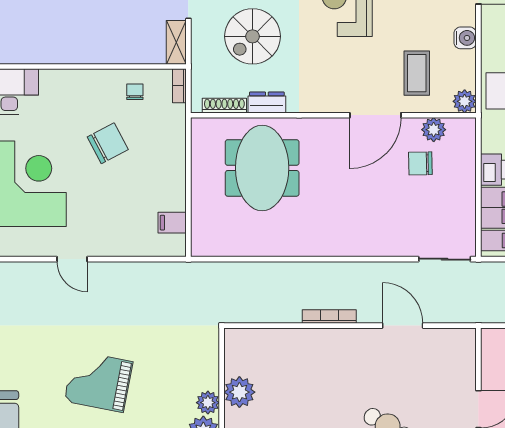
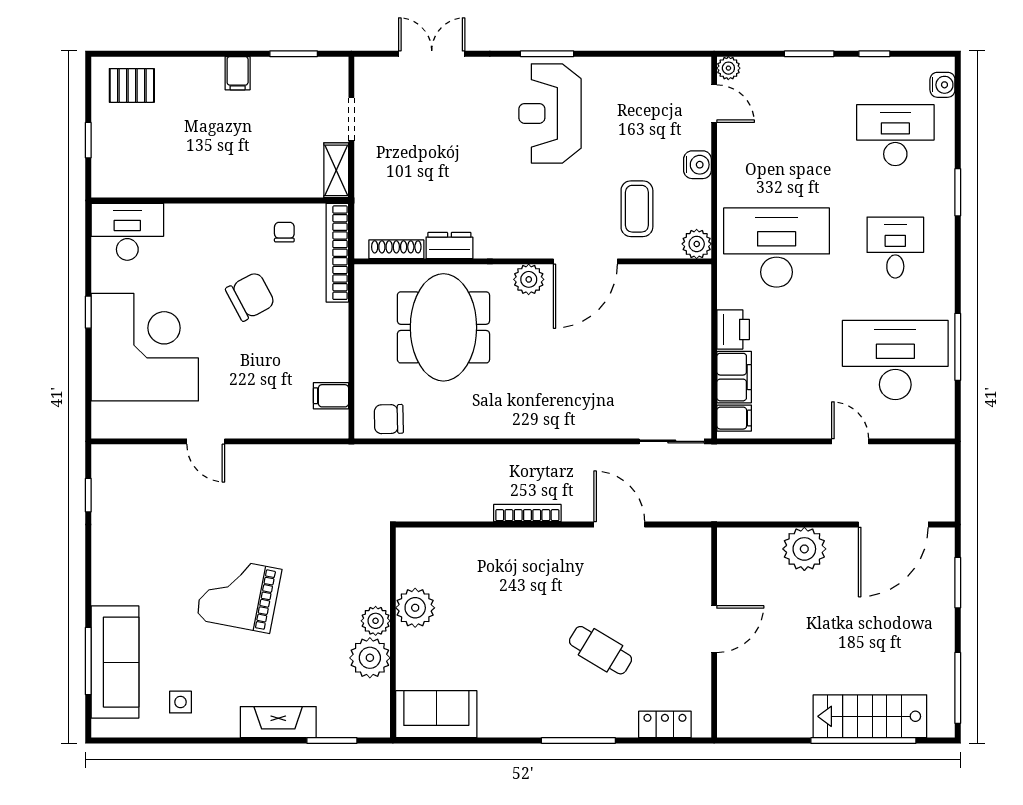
spiral stairs: (253, 36) -> (431, 163), removed
bookcase: (179, 86) -> (337, 253), width x2.31, depth x1.31
plant: (434, 130) -> (529, 279), moved
chair: (420, 163) -> (389, 419), moved

